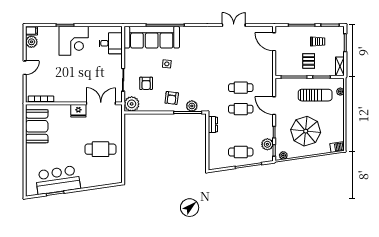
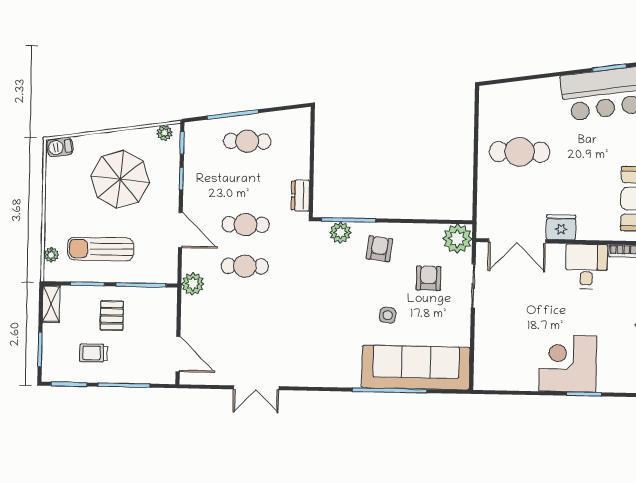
desk: (111, 43) -> (586, 266), moved, turned 90
plant: (267, 144) -> (193, 284), moved

